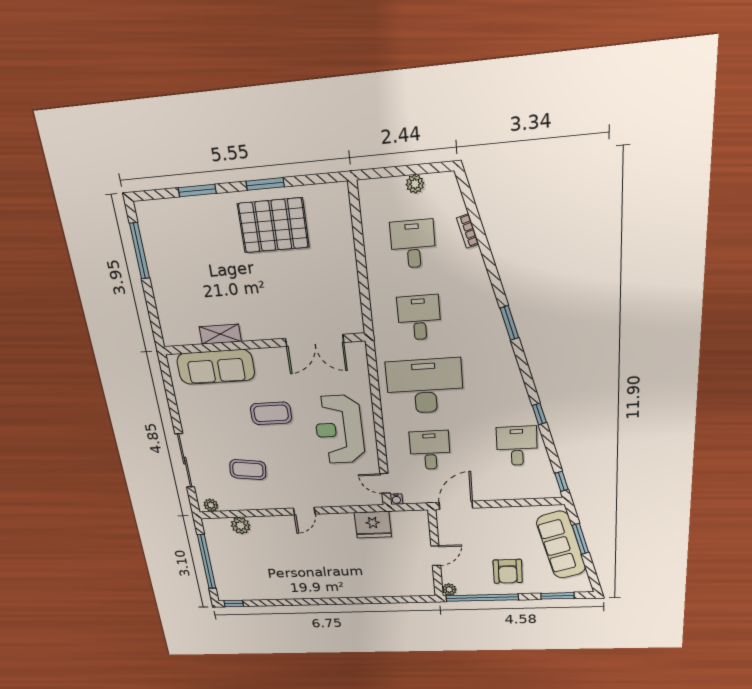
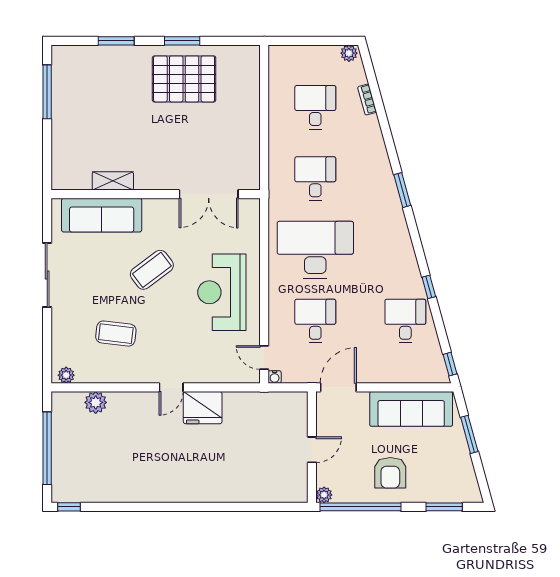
plant: (415, 184) -> (349, 53), moved
coffee table: (271, 413) -> (152, 270), turned -37
sliding door: (185, 461) -> (47, 275), moved
fridge: (373, 525) -> (203, 408), moved
sofa: (561, 545) -> (411, 409), moved, turned -75

